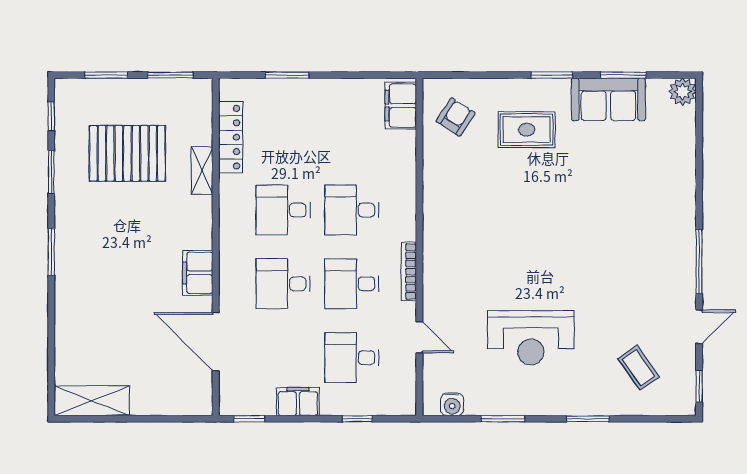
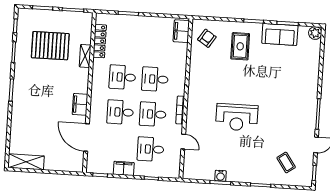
rug: (527, 130) -> (240, 46), turned 90
reception desk: (531, 338) -> (237, 117), moved
water cooler: (452, 404) -> (221, 176), moved

